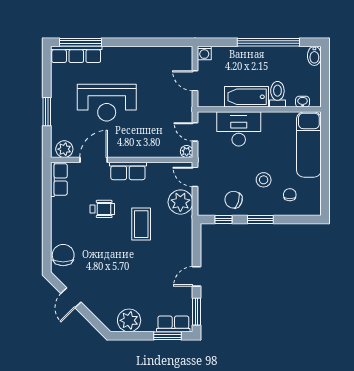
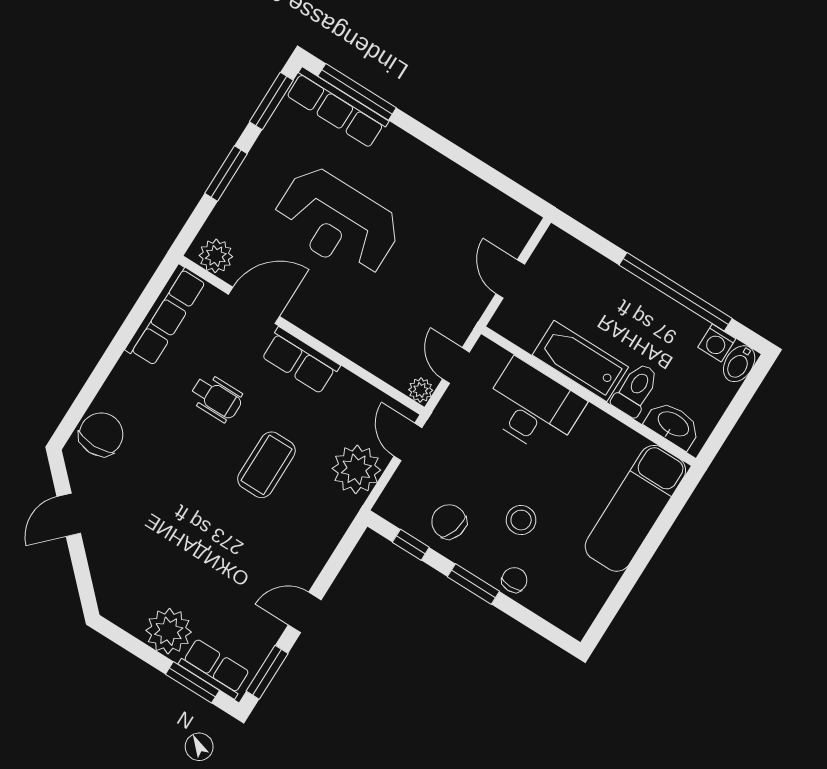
washing machine: (204, 53) -> (717, 343), moved
window: (47, 69) -> (271, 101), added
washbasin: (303, 102) -> (673, 425), width x1.91, depth x1.45
row of seats: (59, 179) -> (165, 315), width x1.48
chair: (290, 195) -> (514, 580), moved
plant: (129, 320) -> (169, 631), moved

